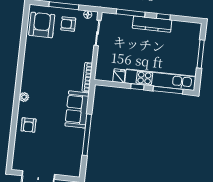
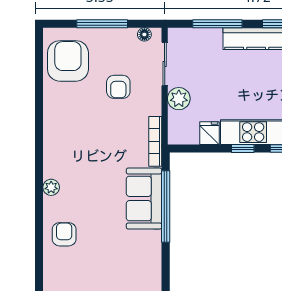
armchair: (68, 24) -> (118, 87), moved, turned -90
plant: (104, 54) -> (179, 99), added
armchair: (29, 125) -> (64, 234), turned 180
window: (87, 135) -> (166, 206), moved

